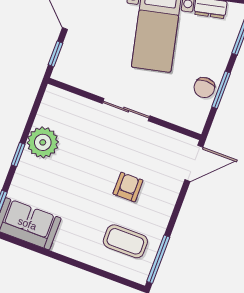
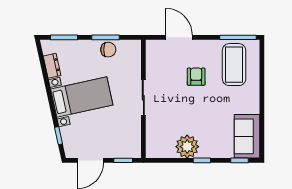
door: (194, 163) -> (179, 37), moved
armchair: (128, 187) -> (196, 77), turned 90
coffee table: (125, 241) -> (234, 65), width x1.36, depth x1.32

